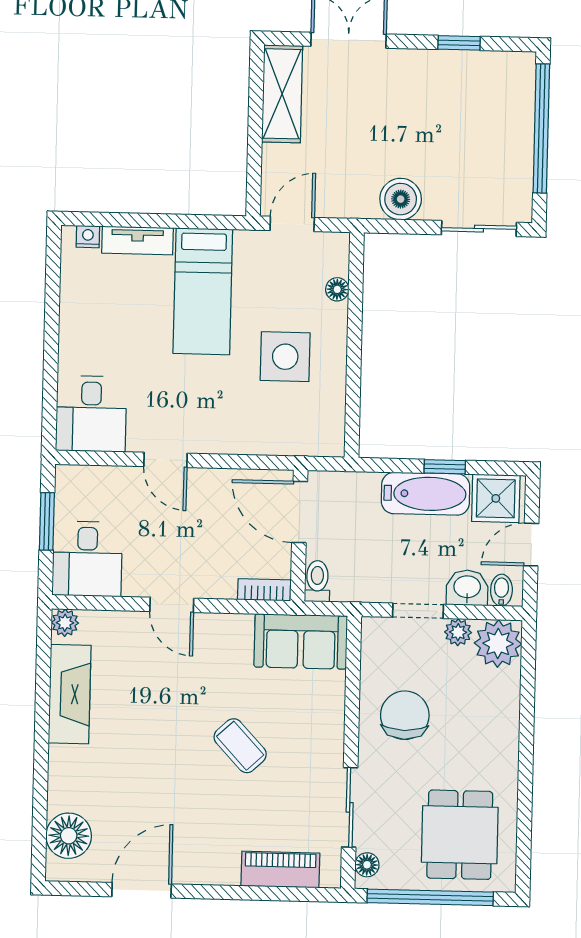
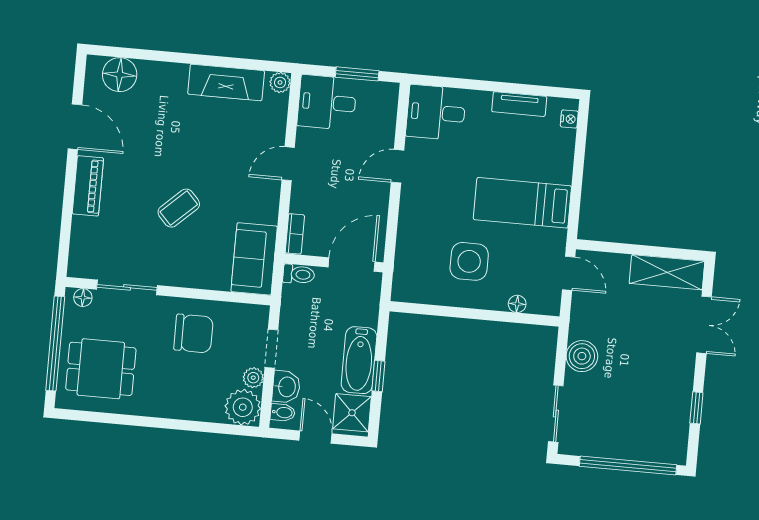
tv unit: (138, 240) -> (519, 104), moved, turned -90
piano: (280, 869) -> (88, 186), moved

